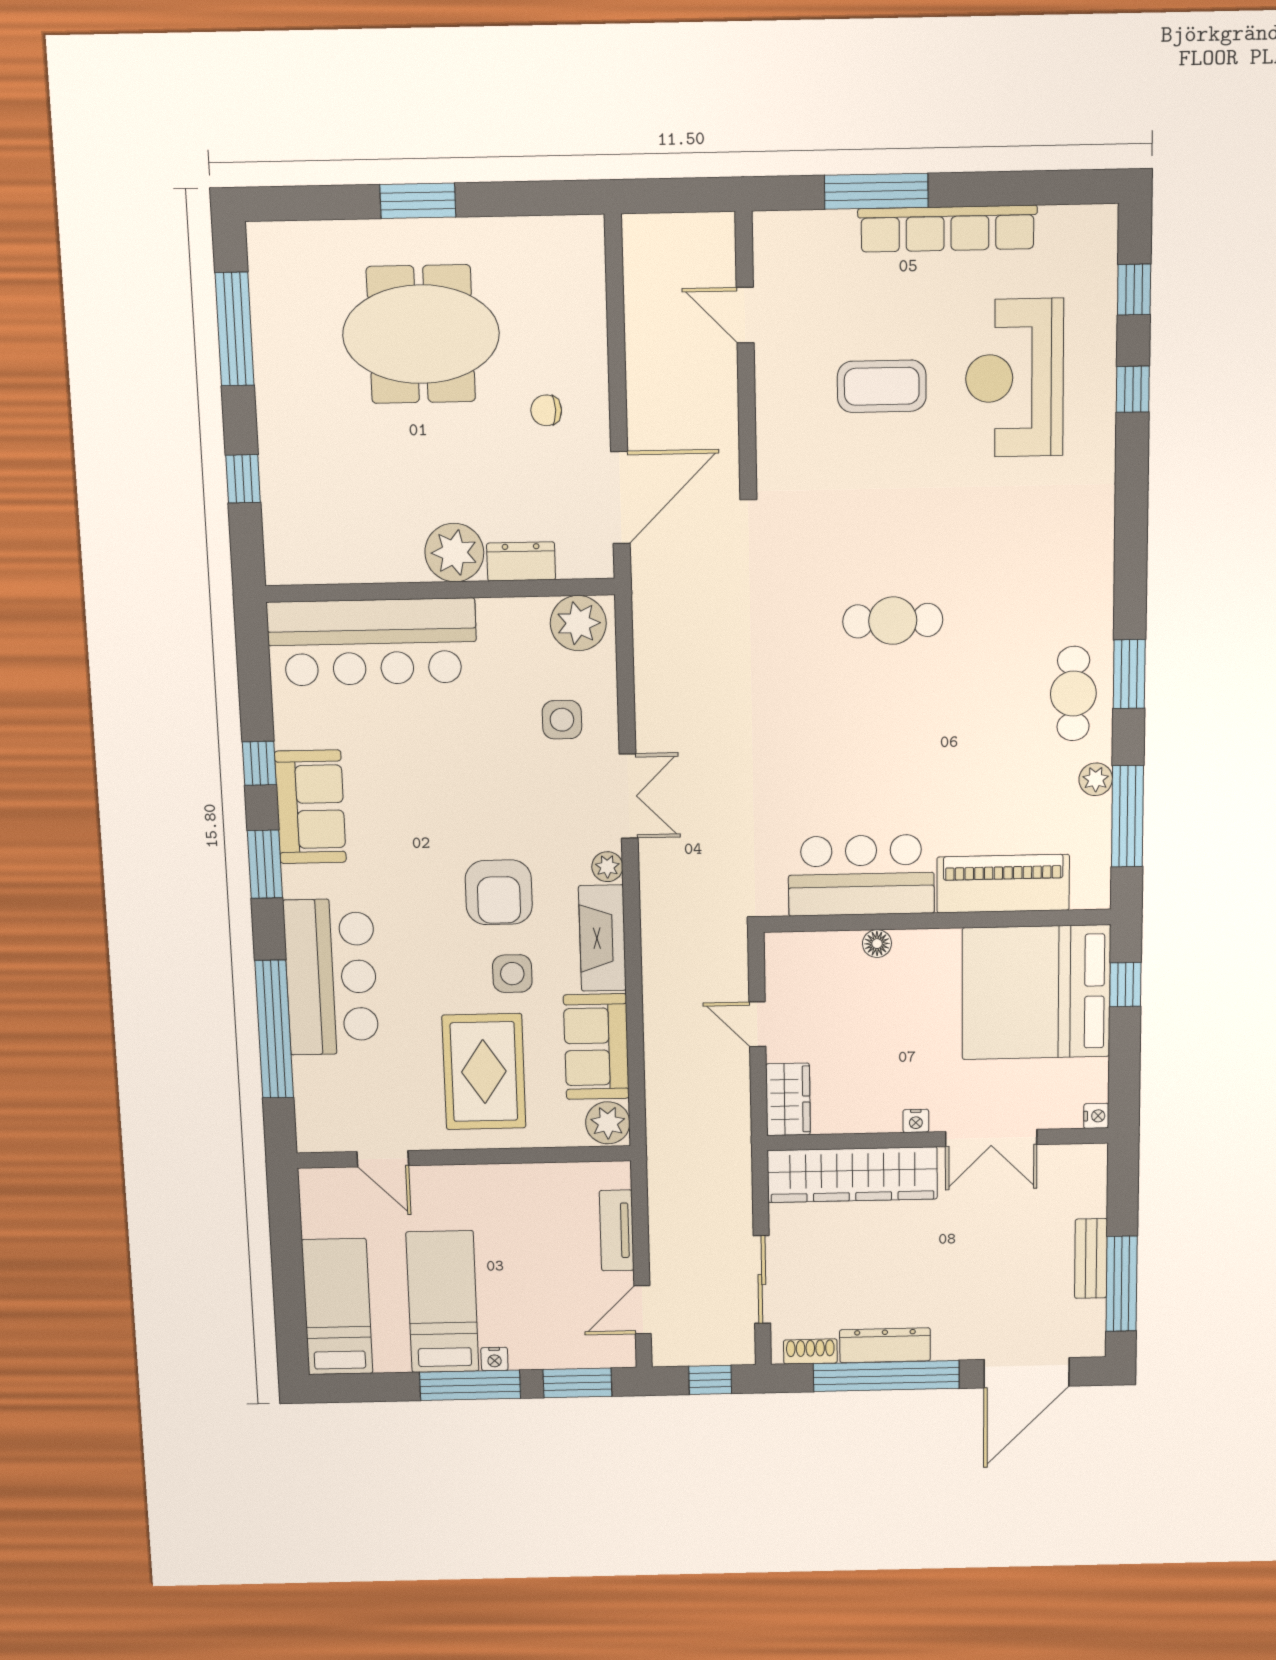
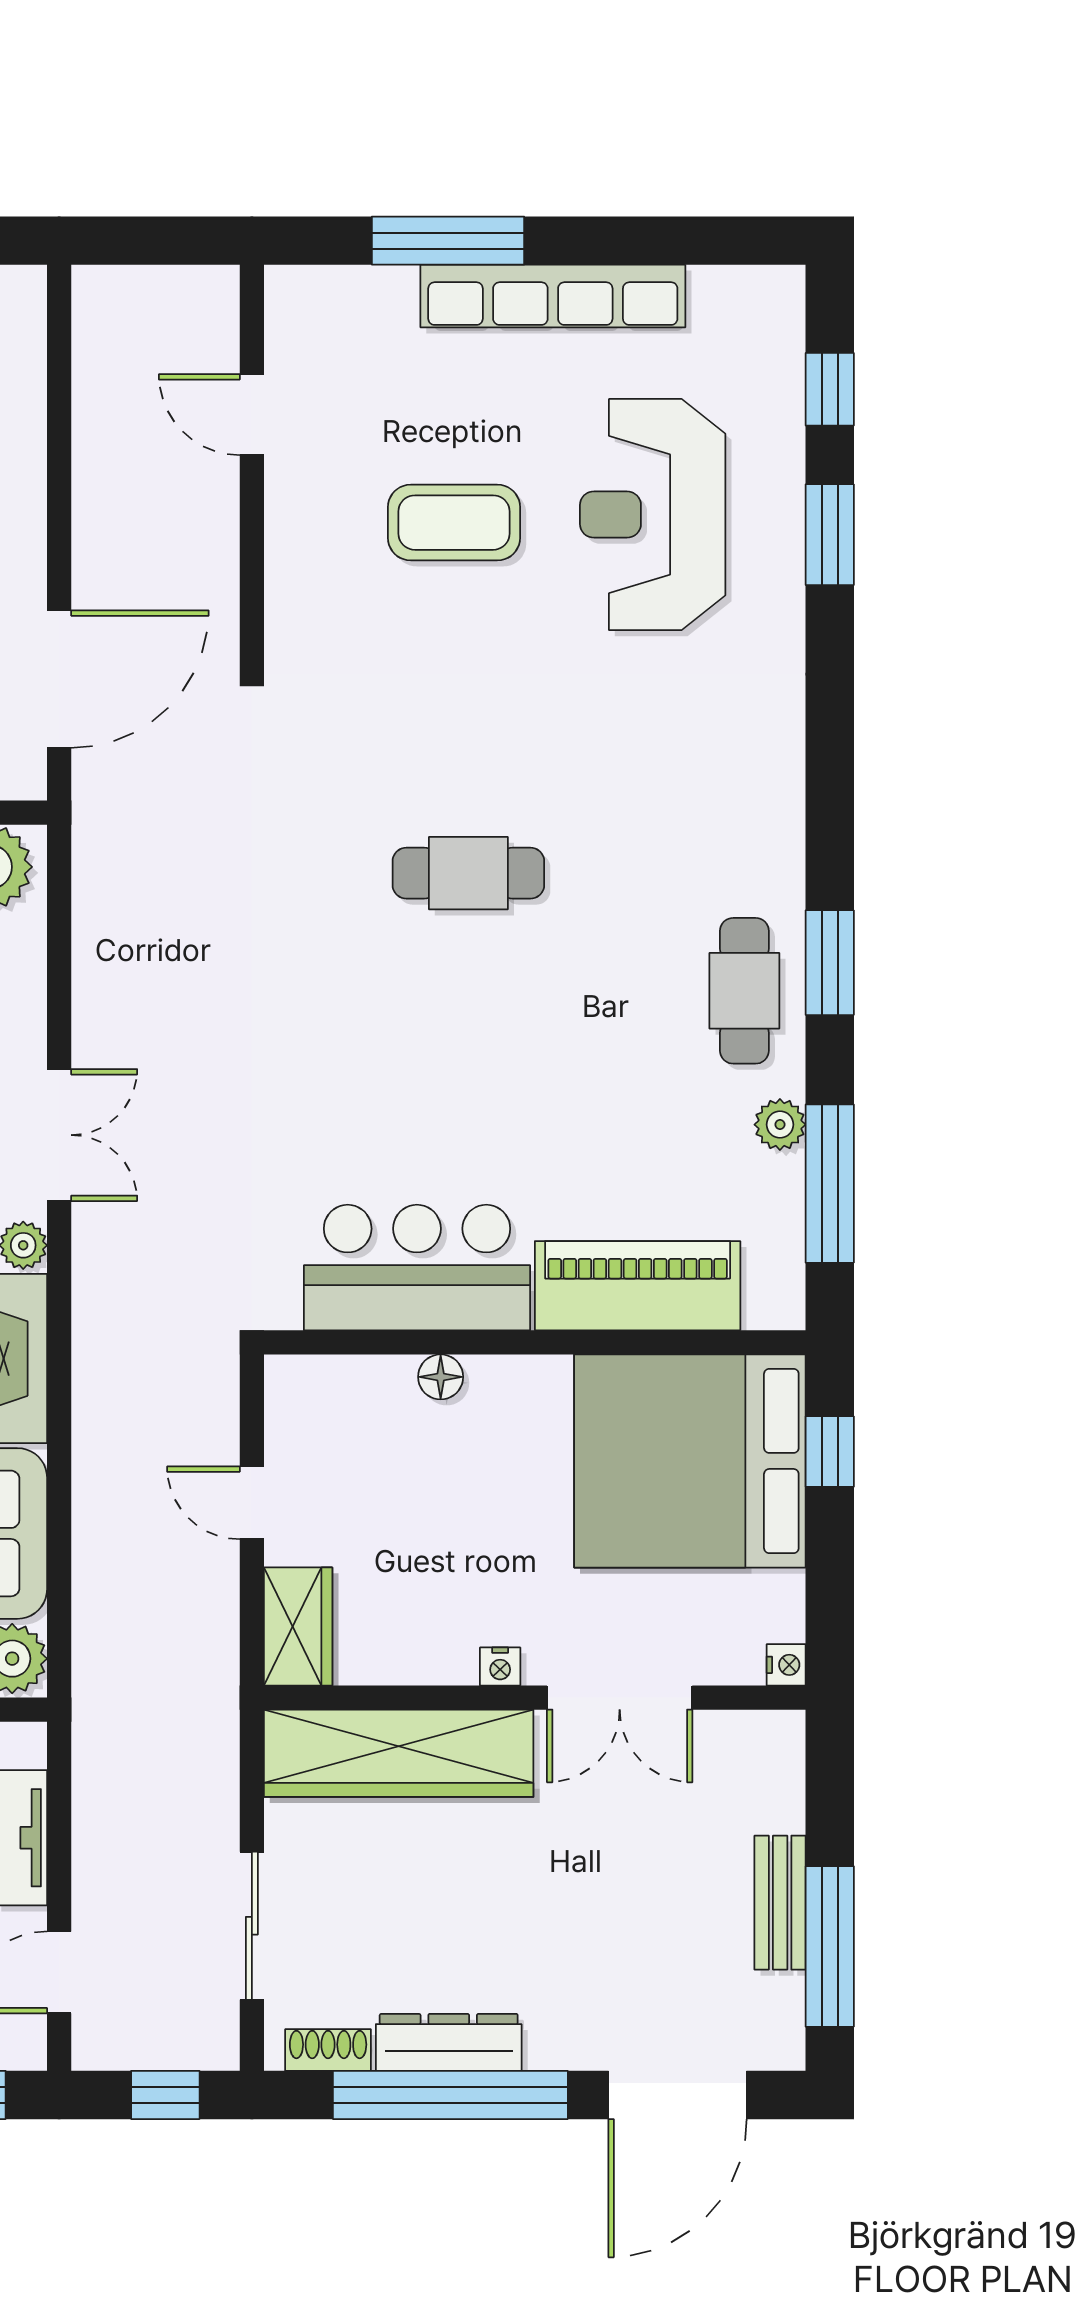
window: (1133, 389) -> (830, 535), width x1.50

